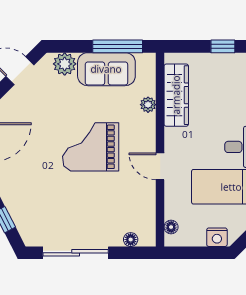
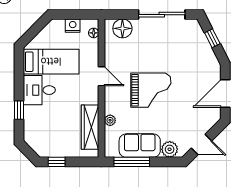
nightstand: (217, 237) -> (73, 26), moved
floor lamp: (131, 240) -> (122, 28), width x1.89, depth x1.89

